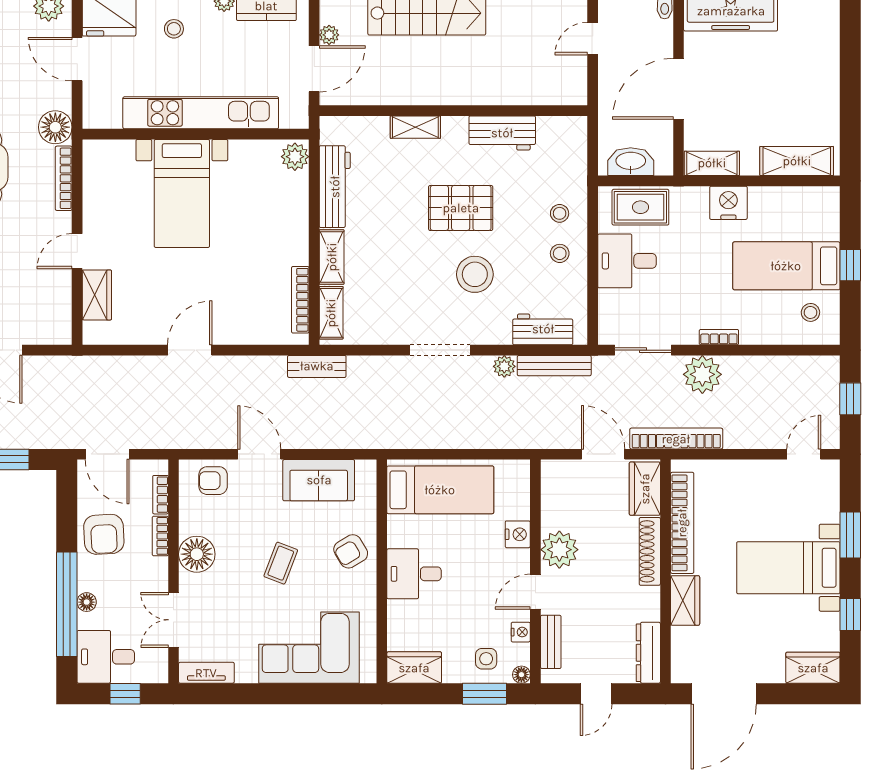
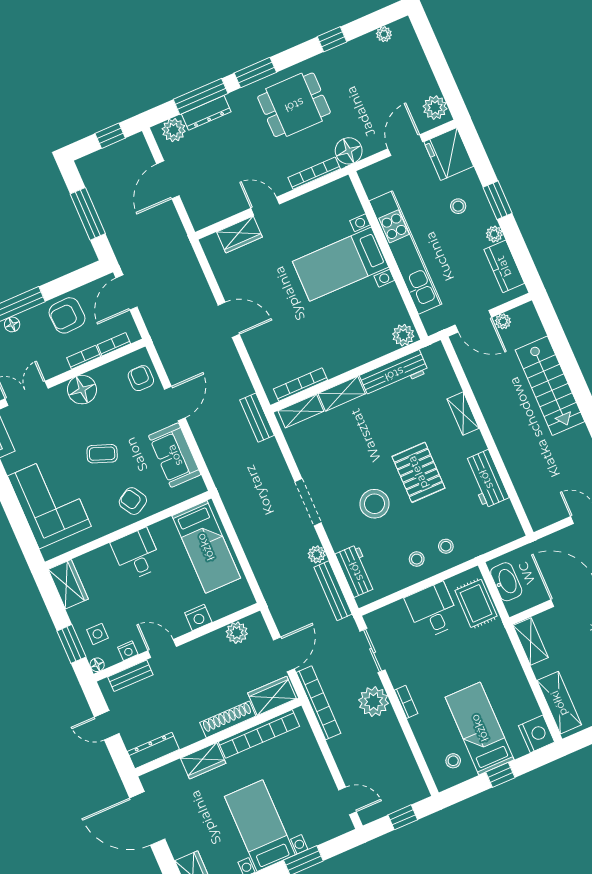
nightstand: (728, 203) -> (537, 734), moved
plant: (559, 550) -> (237, 633), moved, width x0.73, depth x0.73

